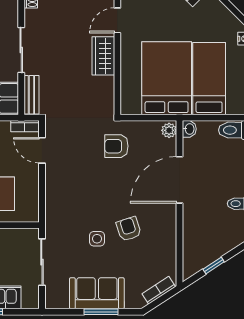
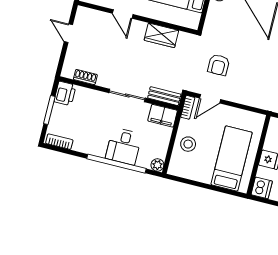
wardrobe: (103, 56) -> (161, 35), moved
armchair: (116, 146) -> (219, 65), moved

